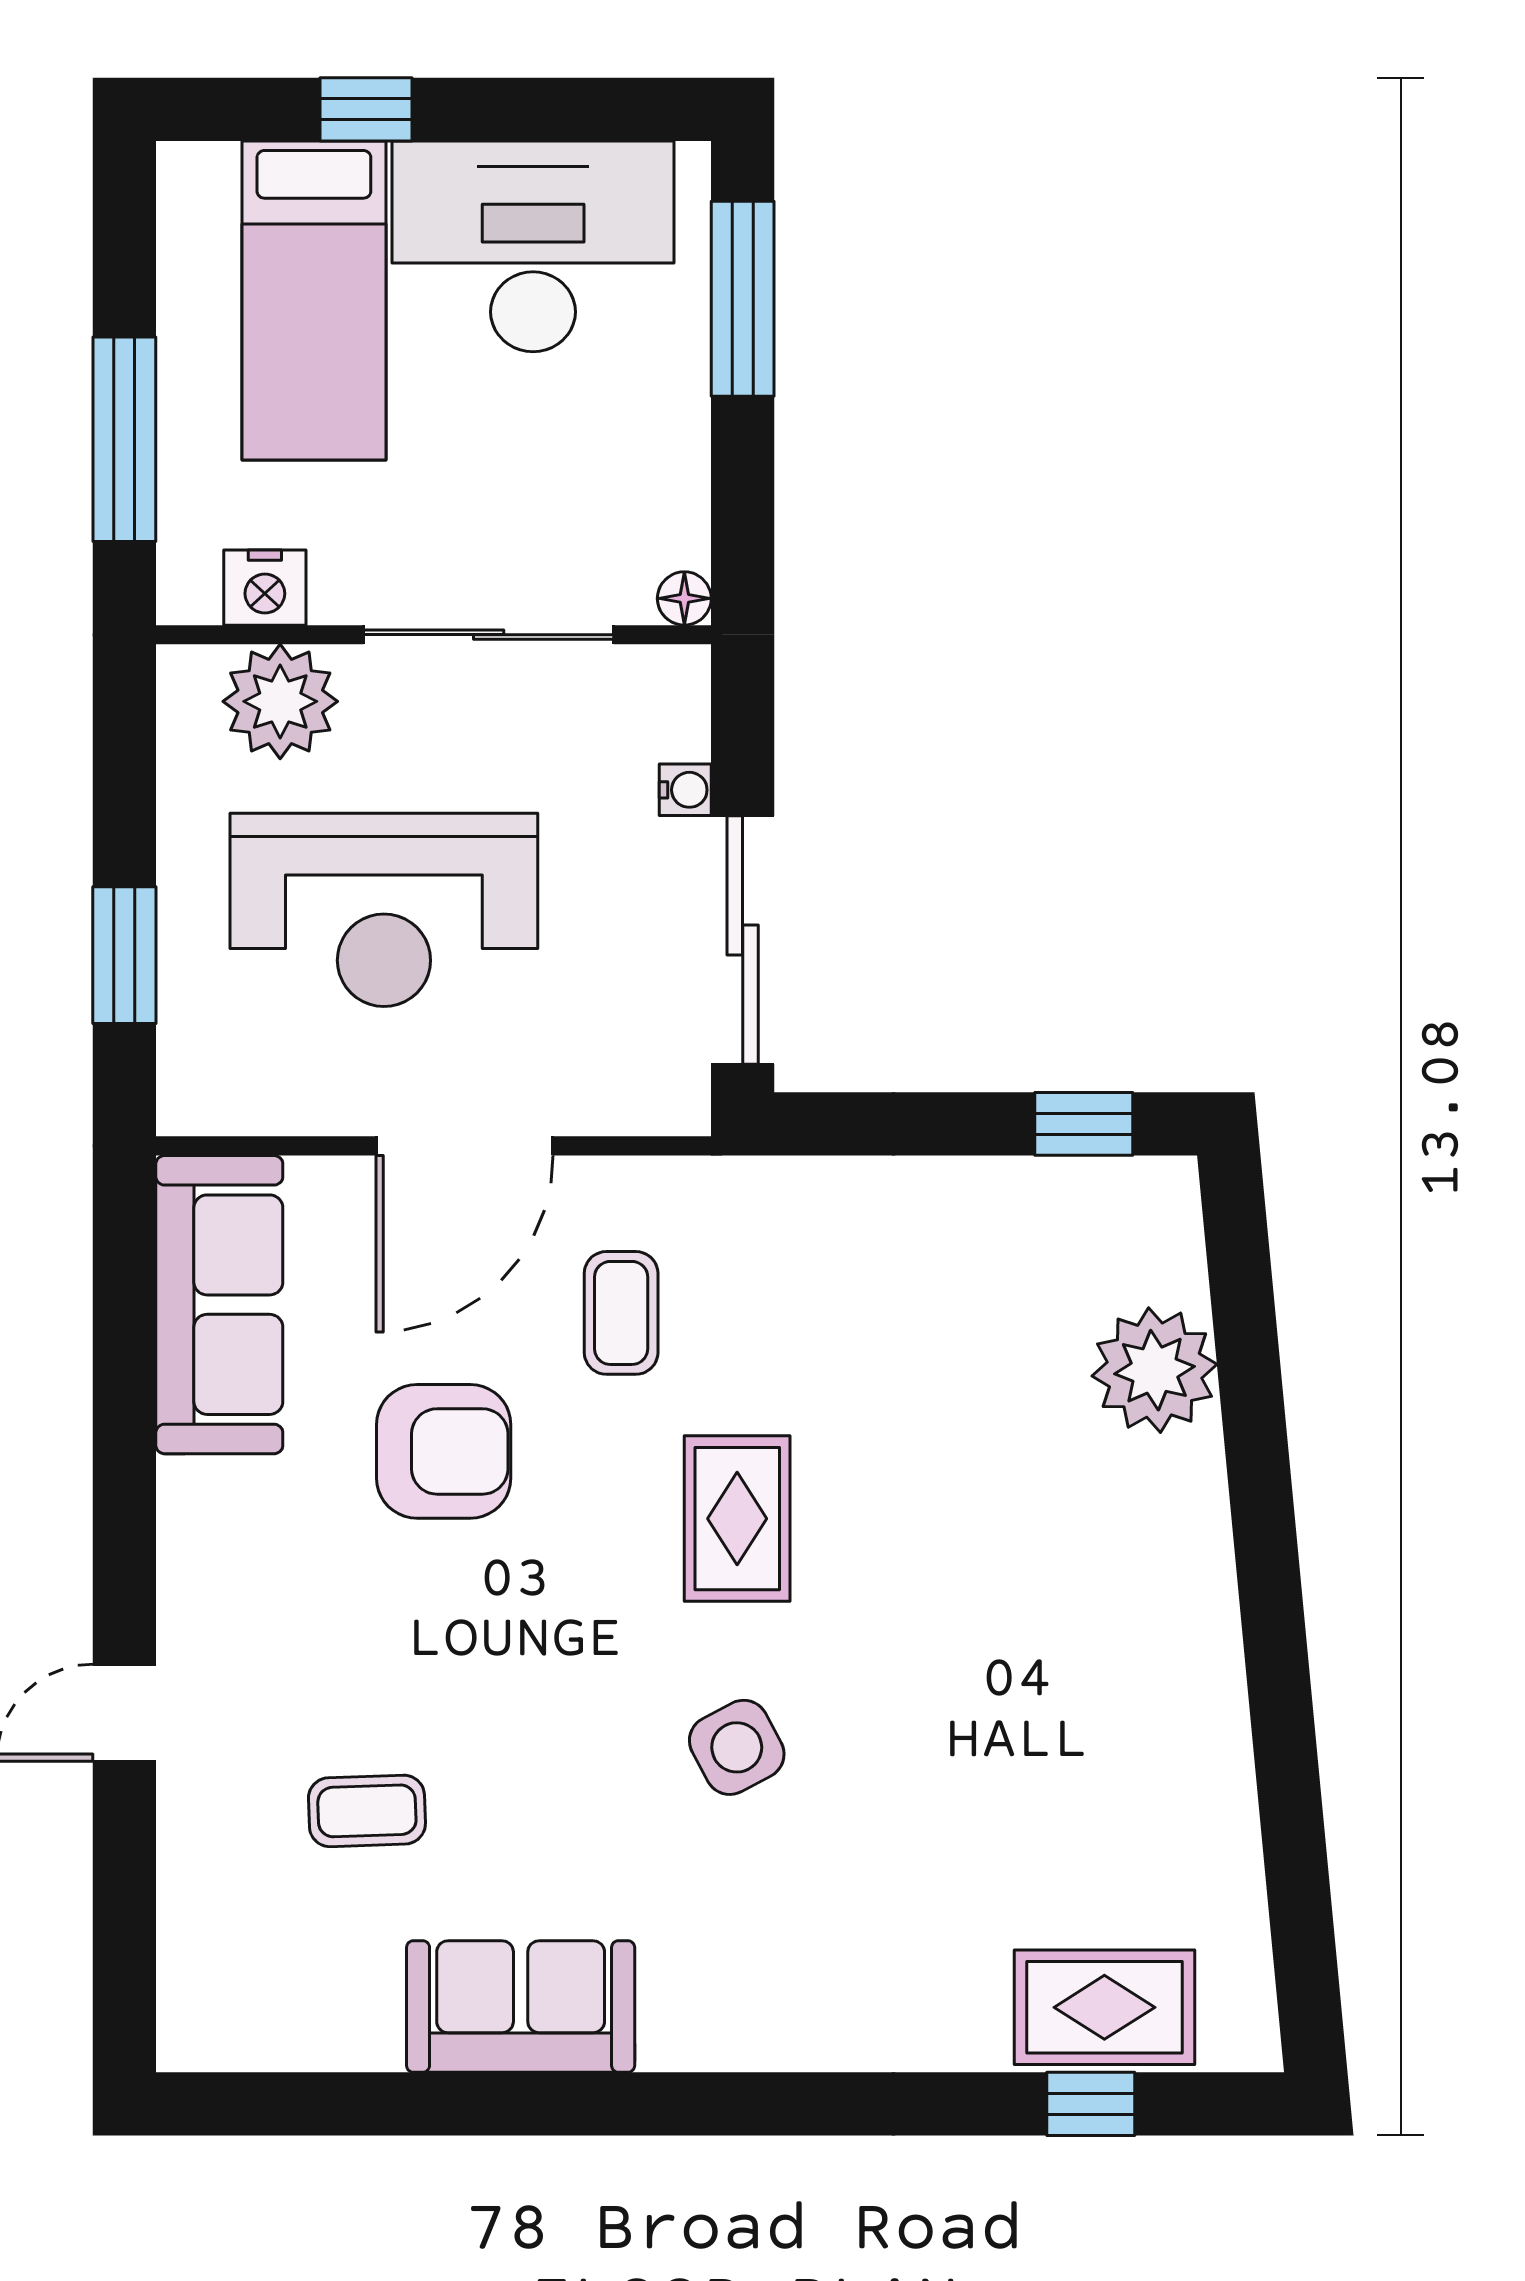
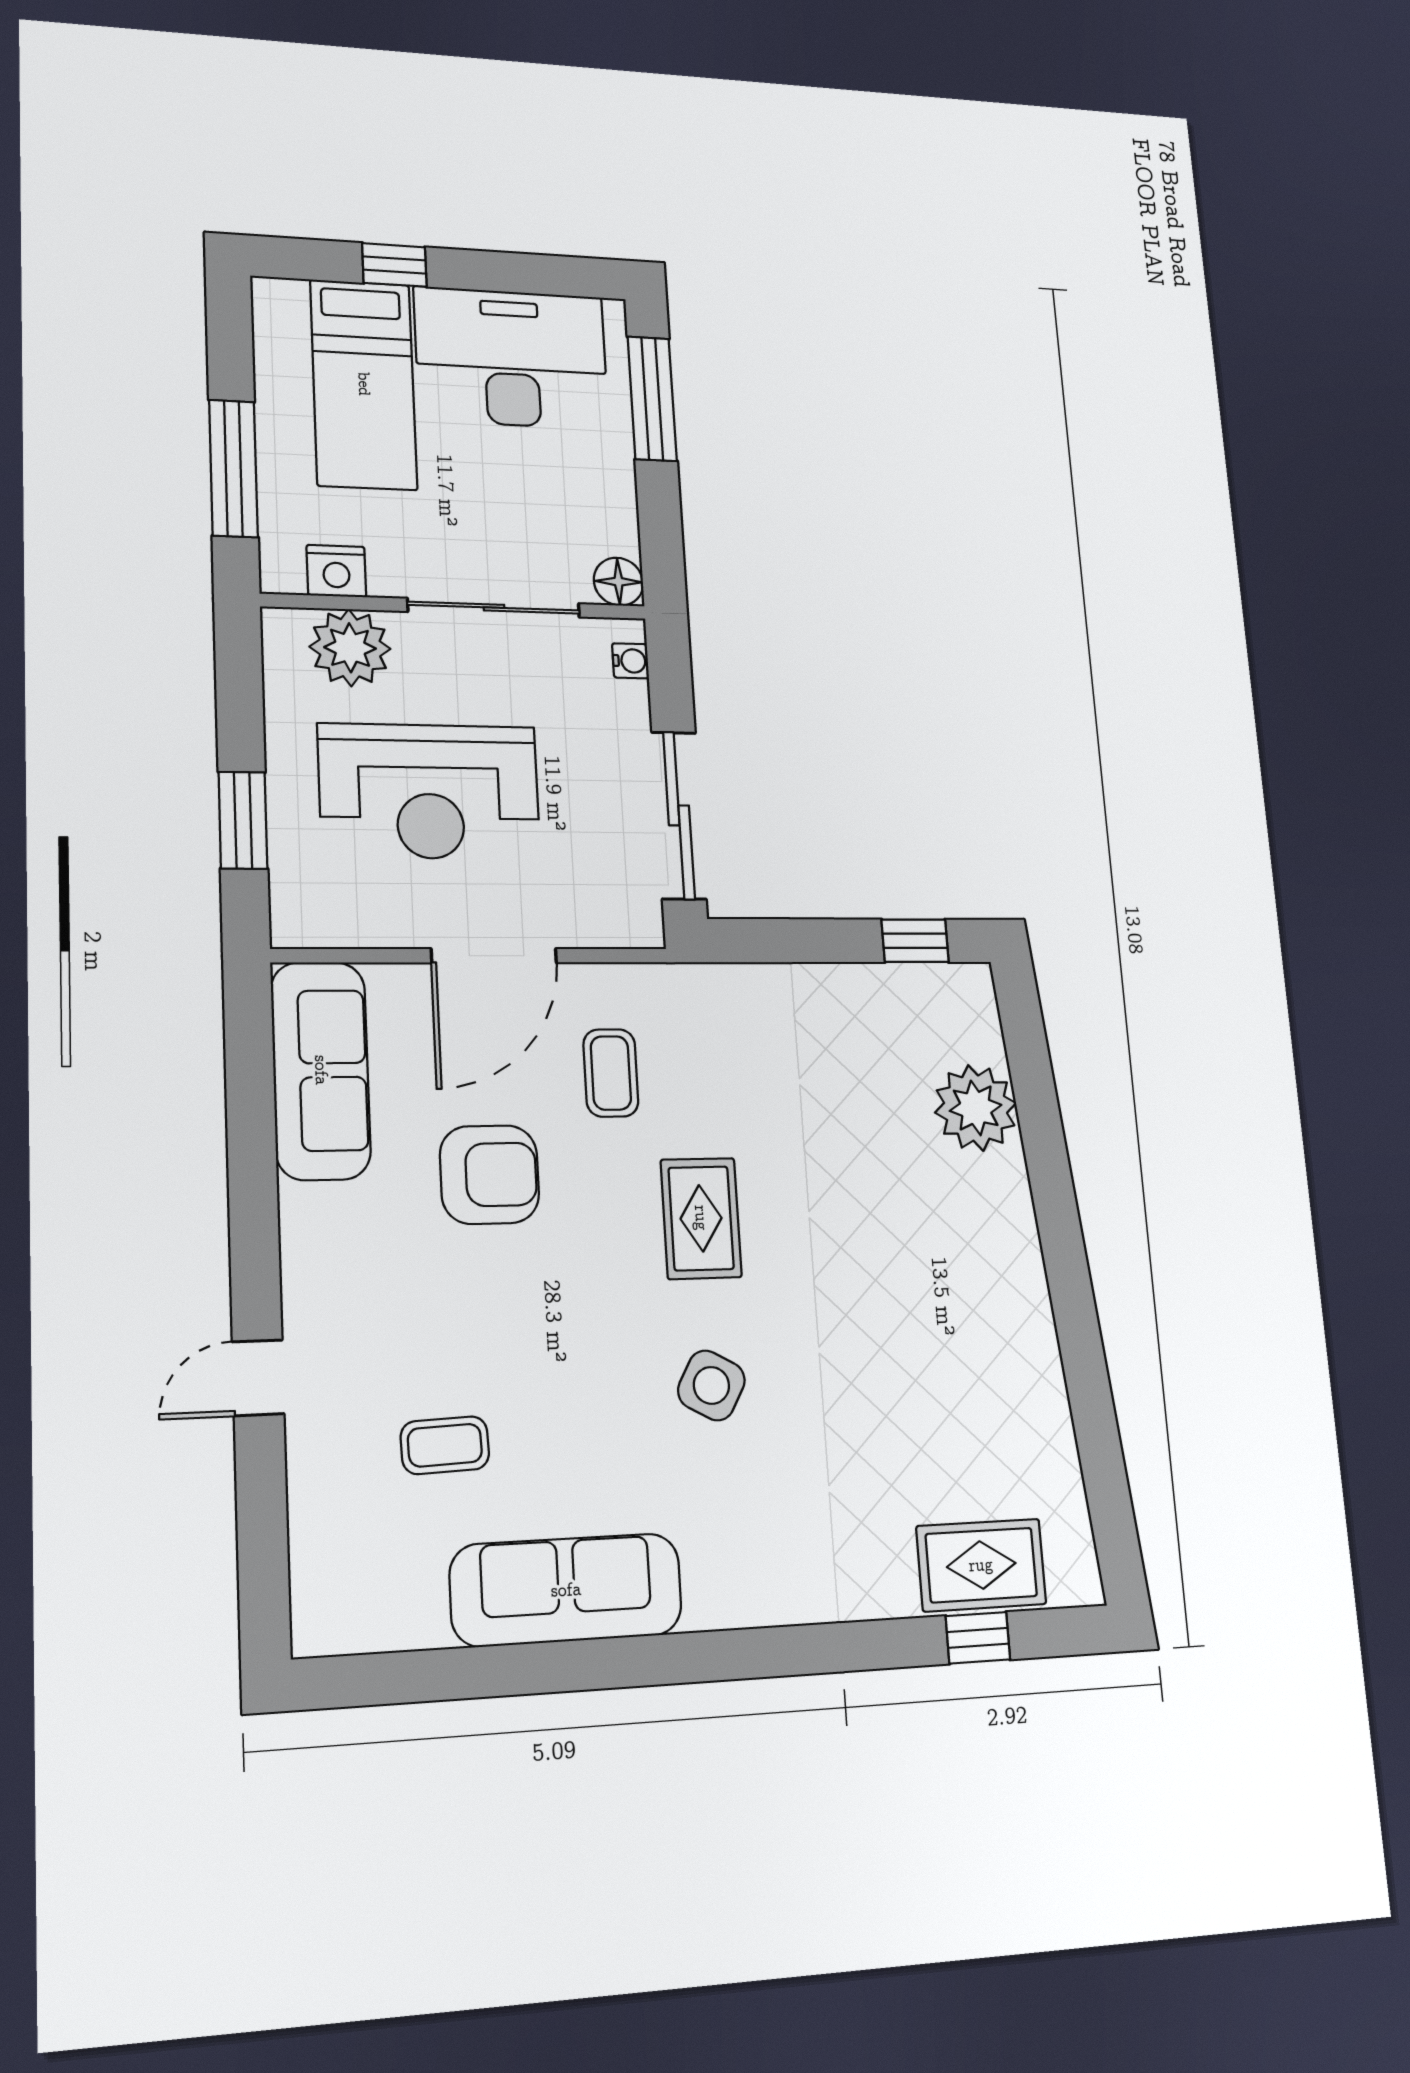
floor lamp: (684, 598) -> (618, 582), width x1.37, depth x1.37
water cooler: (685, 790) -> (631, 661), moved
side table: (737, 1747) -> (711, 1385), turned -33
sofa: (521, 2006) -> (566, 1590), width x1.36

